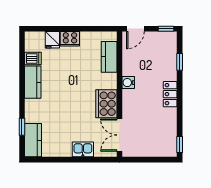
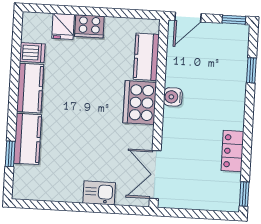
locker: (170, 94) -> (232, 151), moved
cooker: (106, 104) -> (140, 103), moved
kitchen counter: (33, 140) -> (27, 139), moved

